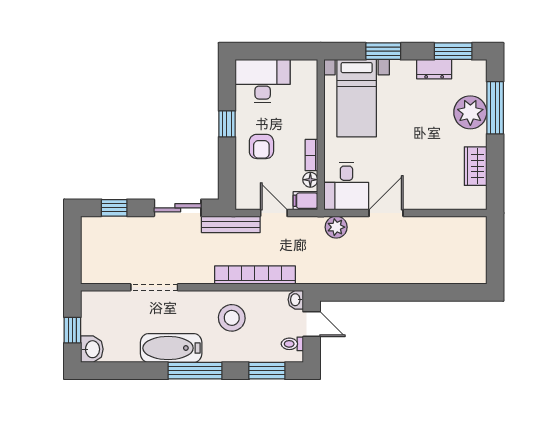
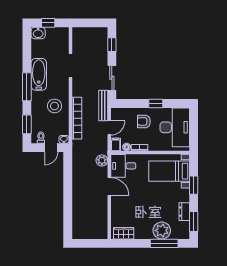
desk: (263, 81) -> (175, 127), width x1.36, depth x1.30
wardrobe: (476, 166) -> (124, 233), moved

